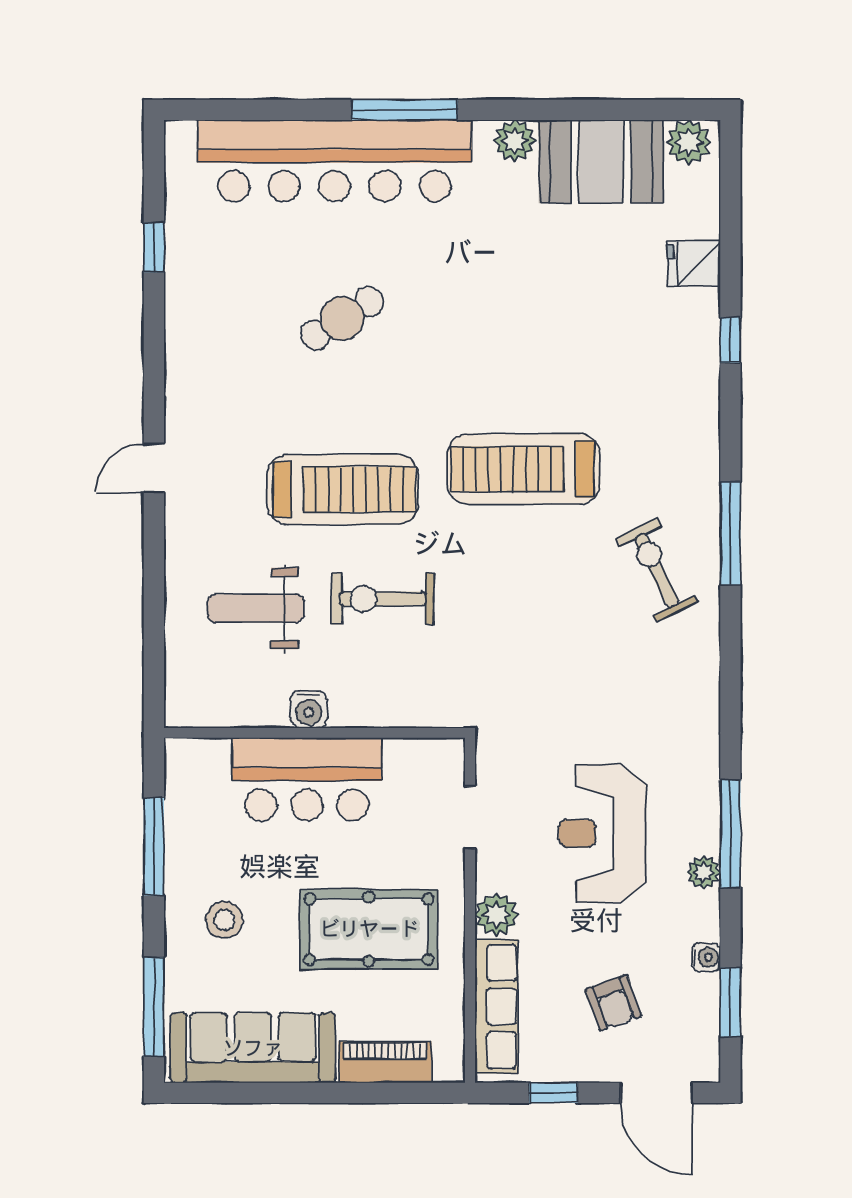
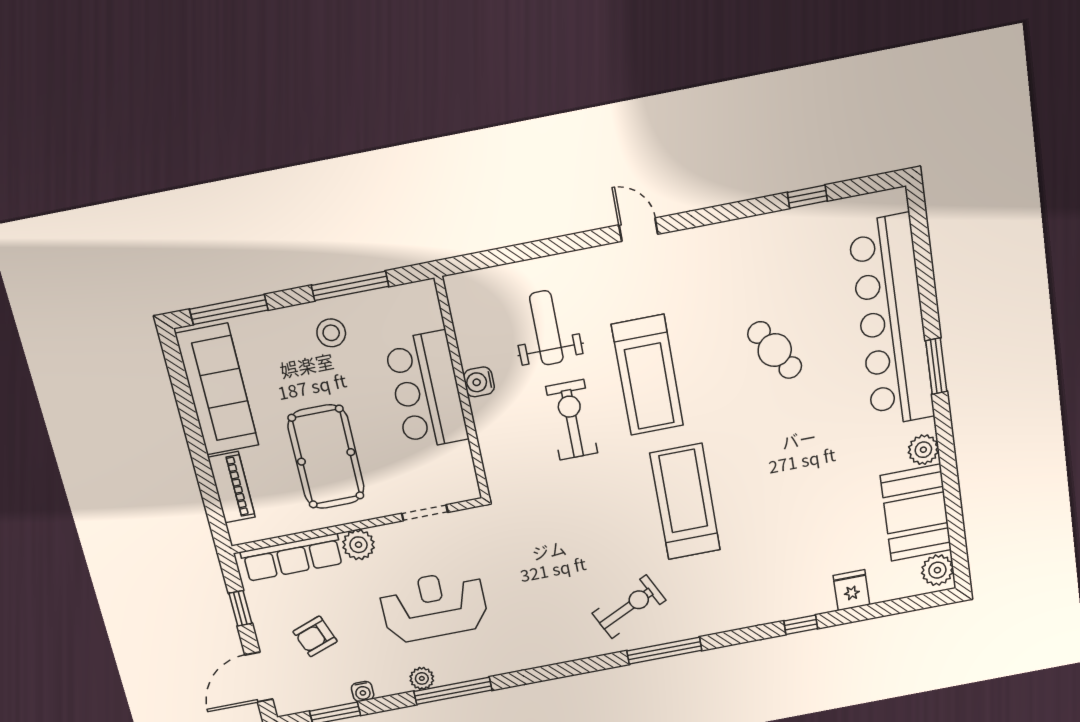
window: (405, 110) -> (936, 366), width x0.69
stool: (224, 920) -> (331, 333), moved

